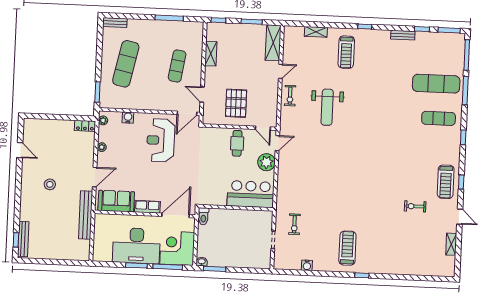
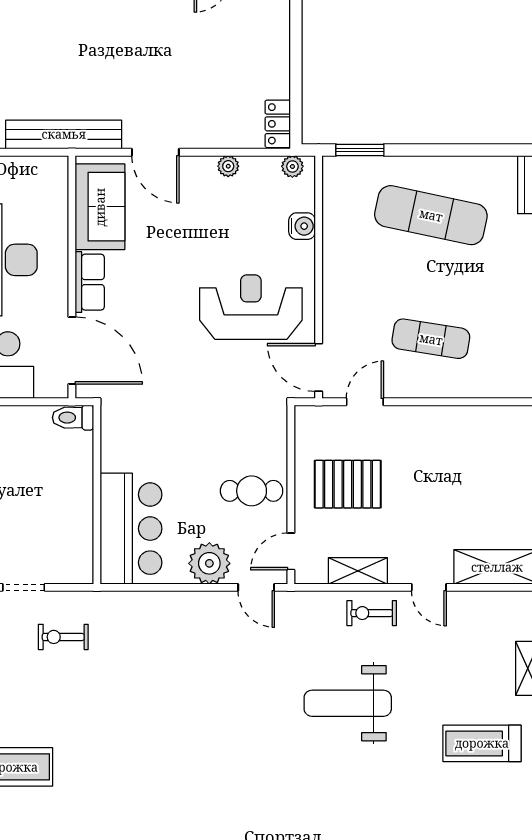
shelving: (211, 54) -> (358, 571), moved
stool: (50, 184) -> (133, 45), removed

